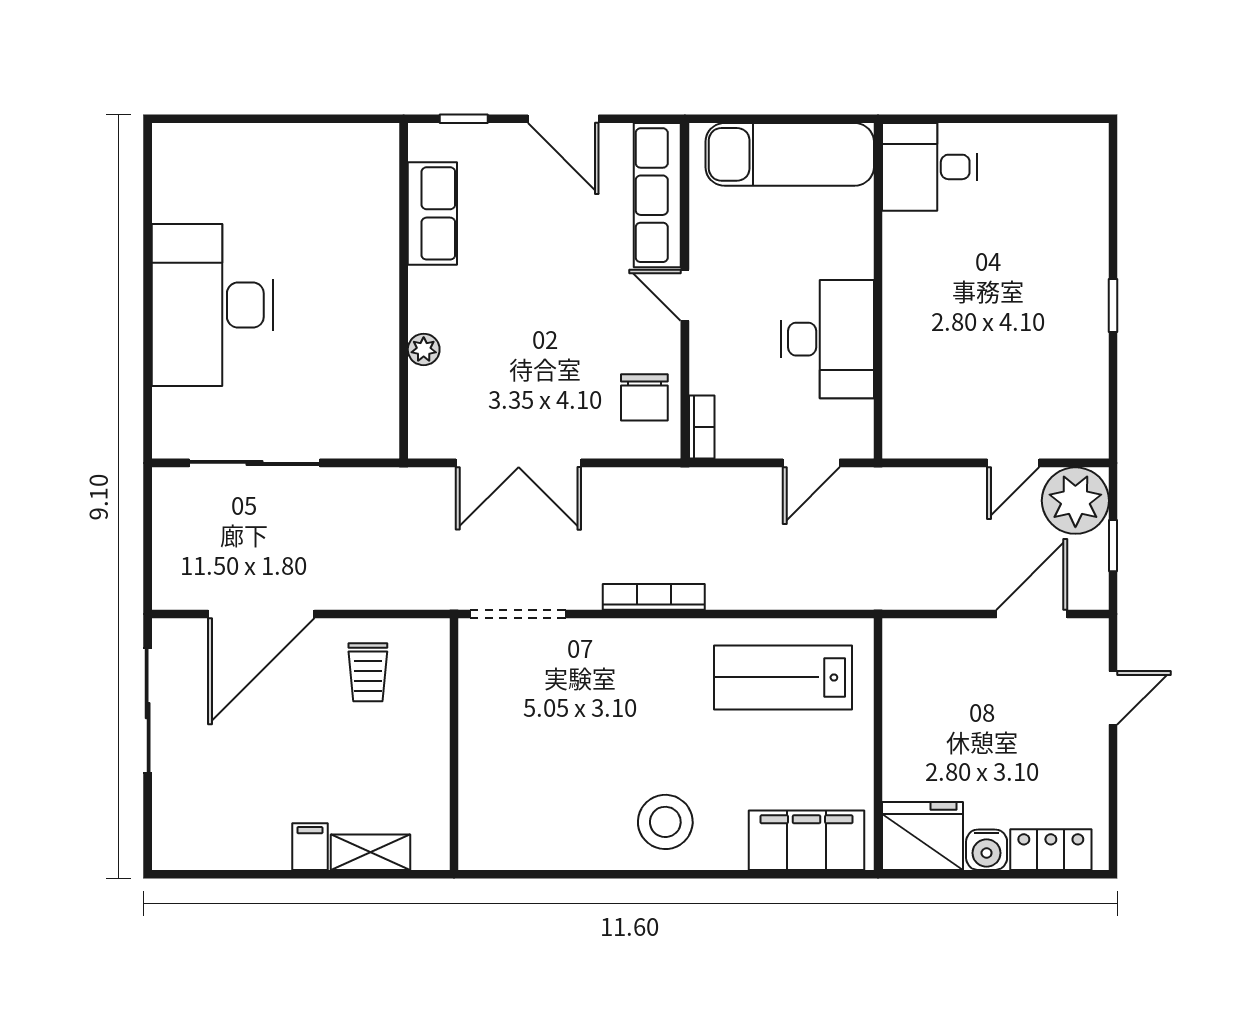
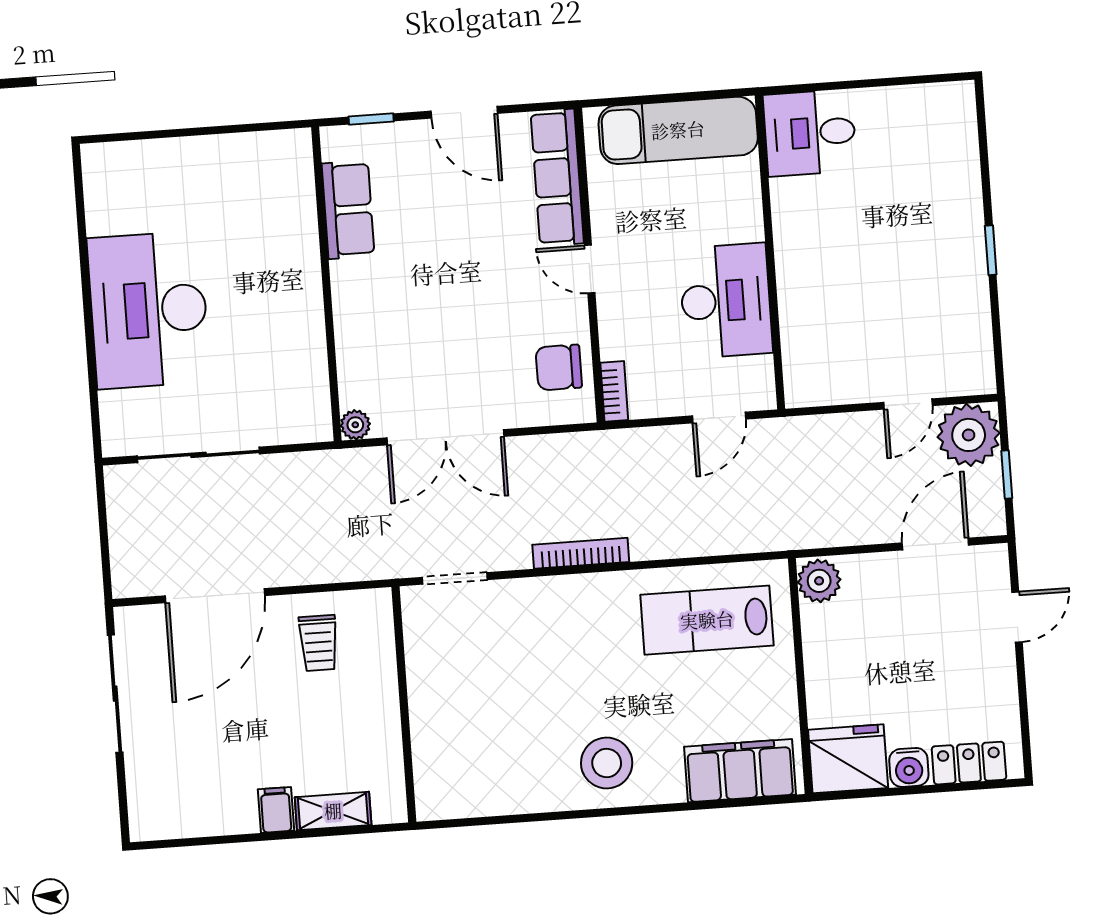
plant: (424, 349) -> (355, 425), moved
chair: (644, 397) -> (559, 367), turned 90
doorway: (518, 614) -> (455, 578), width x0.73
plant: (905, 644) -> (819, 581), added

